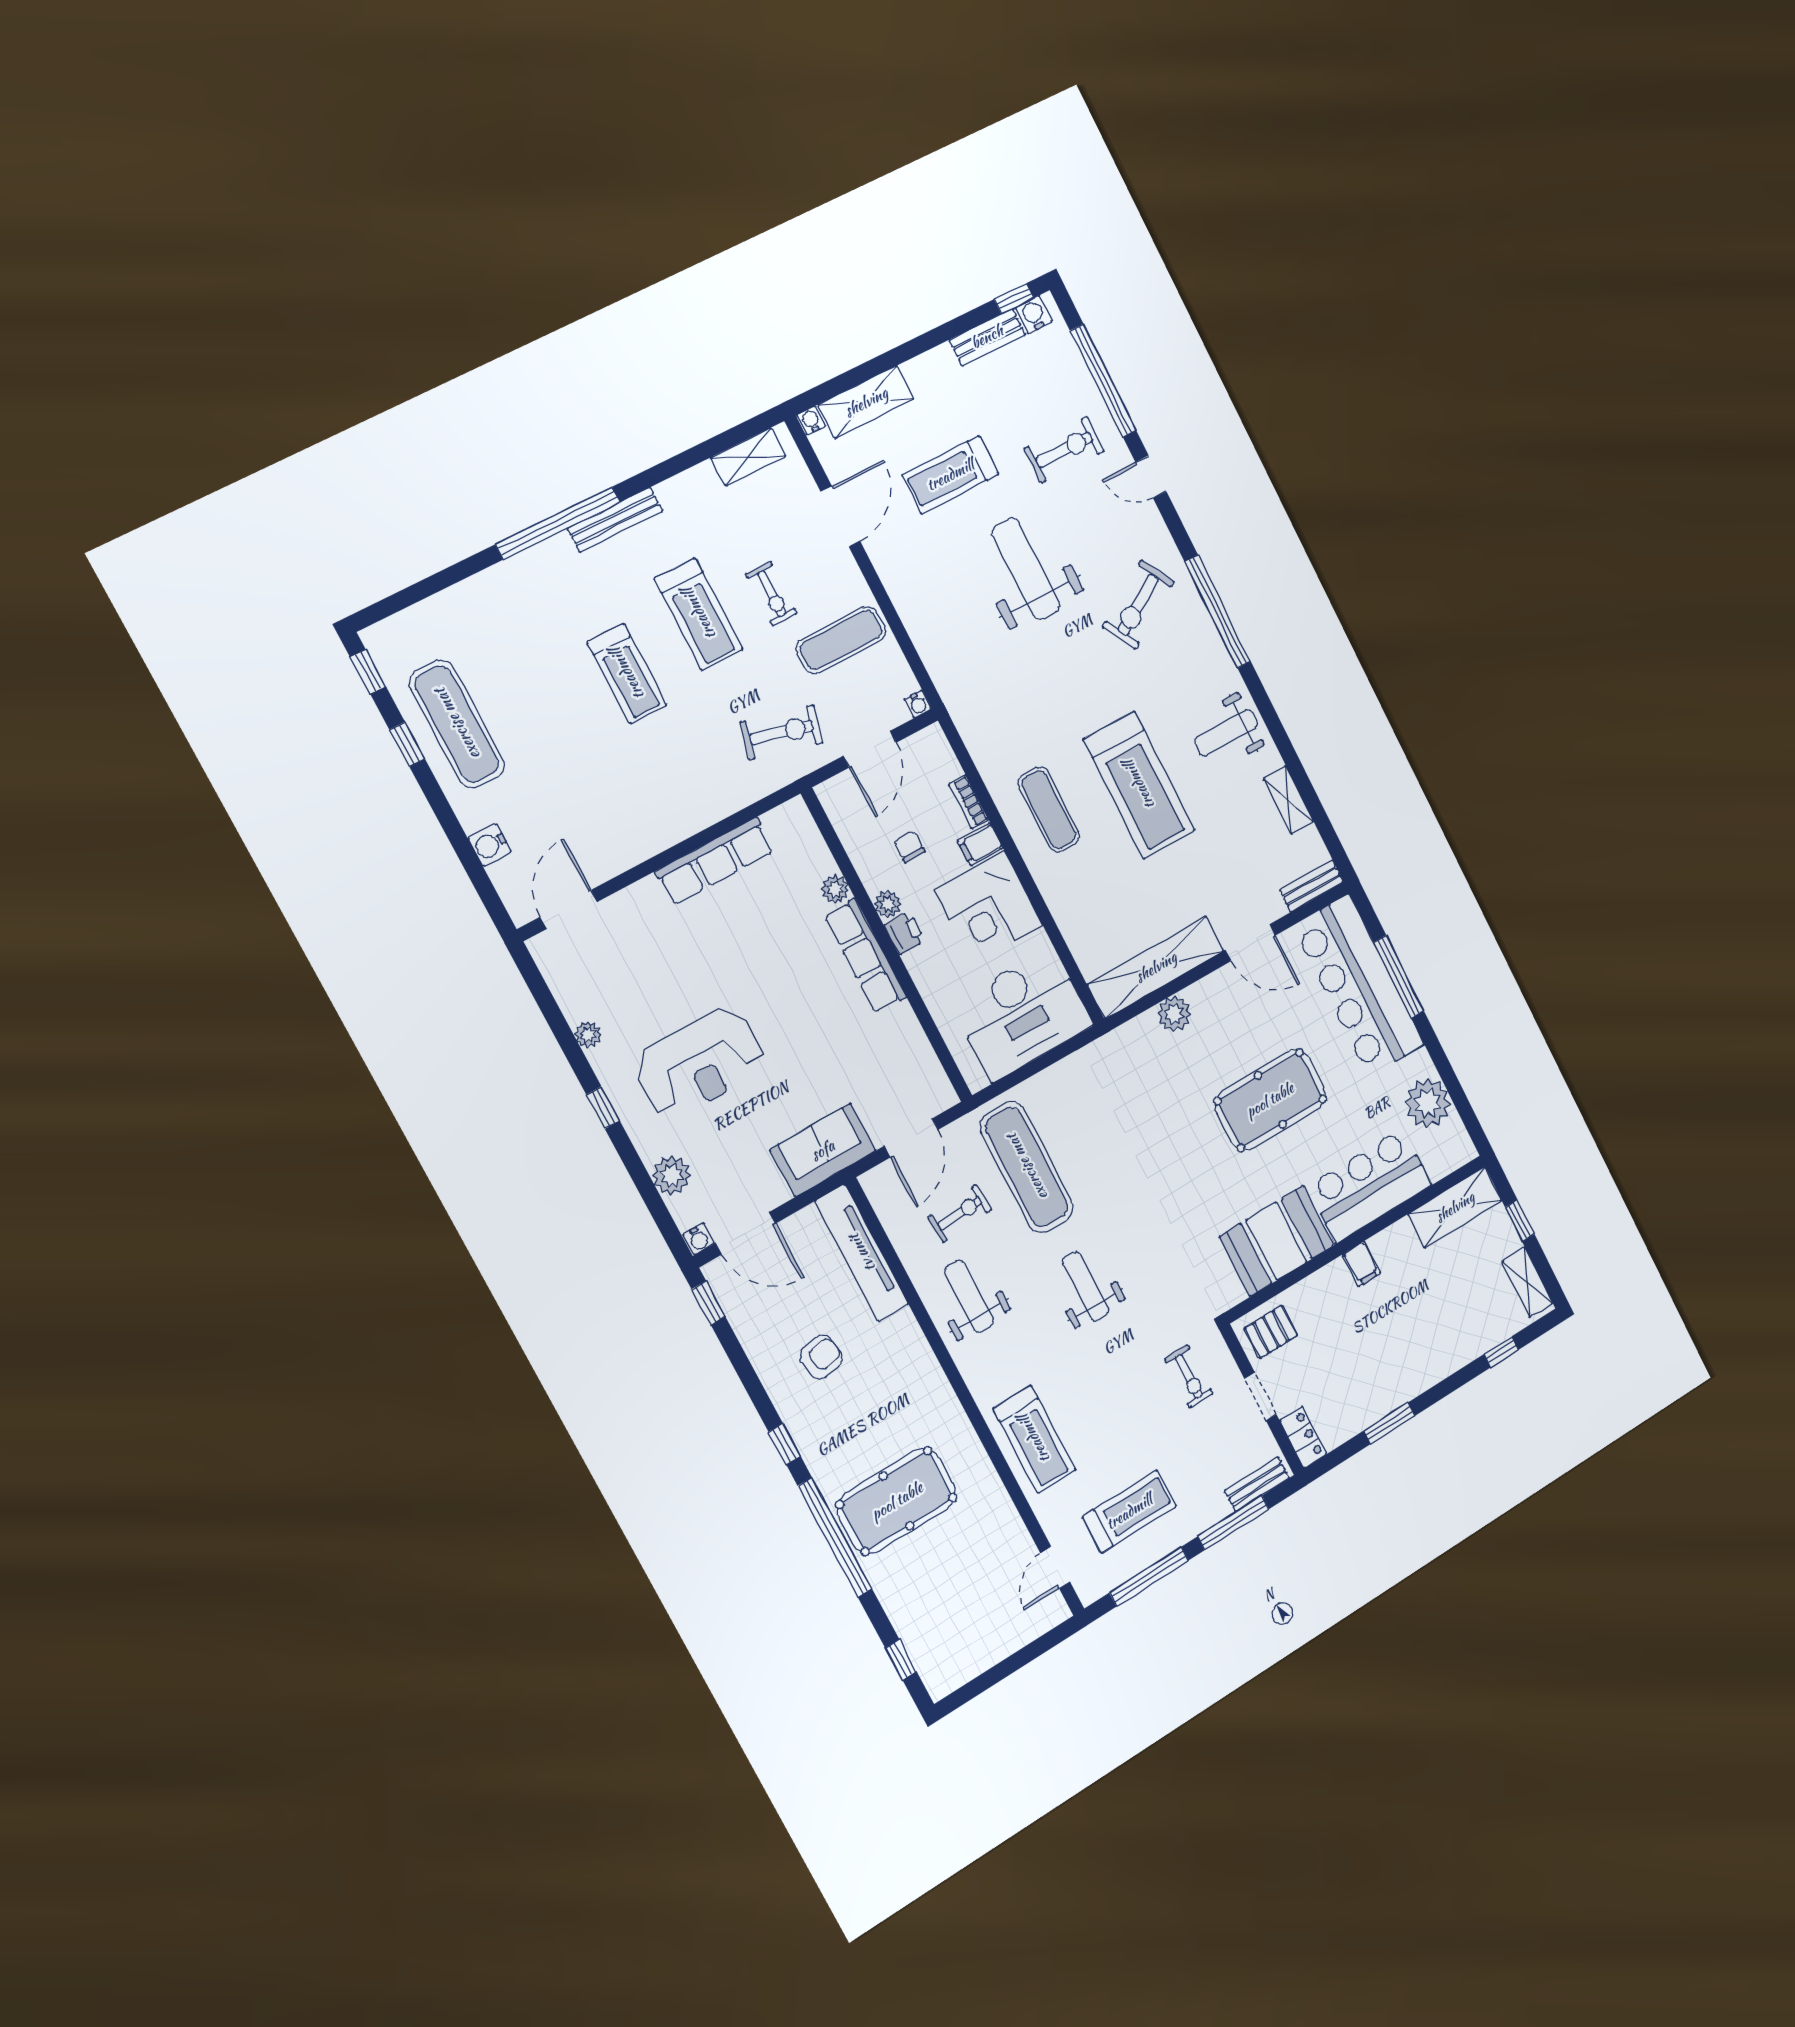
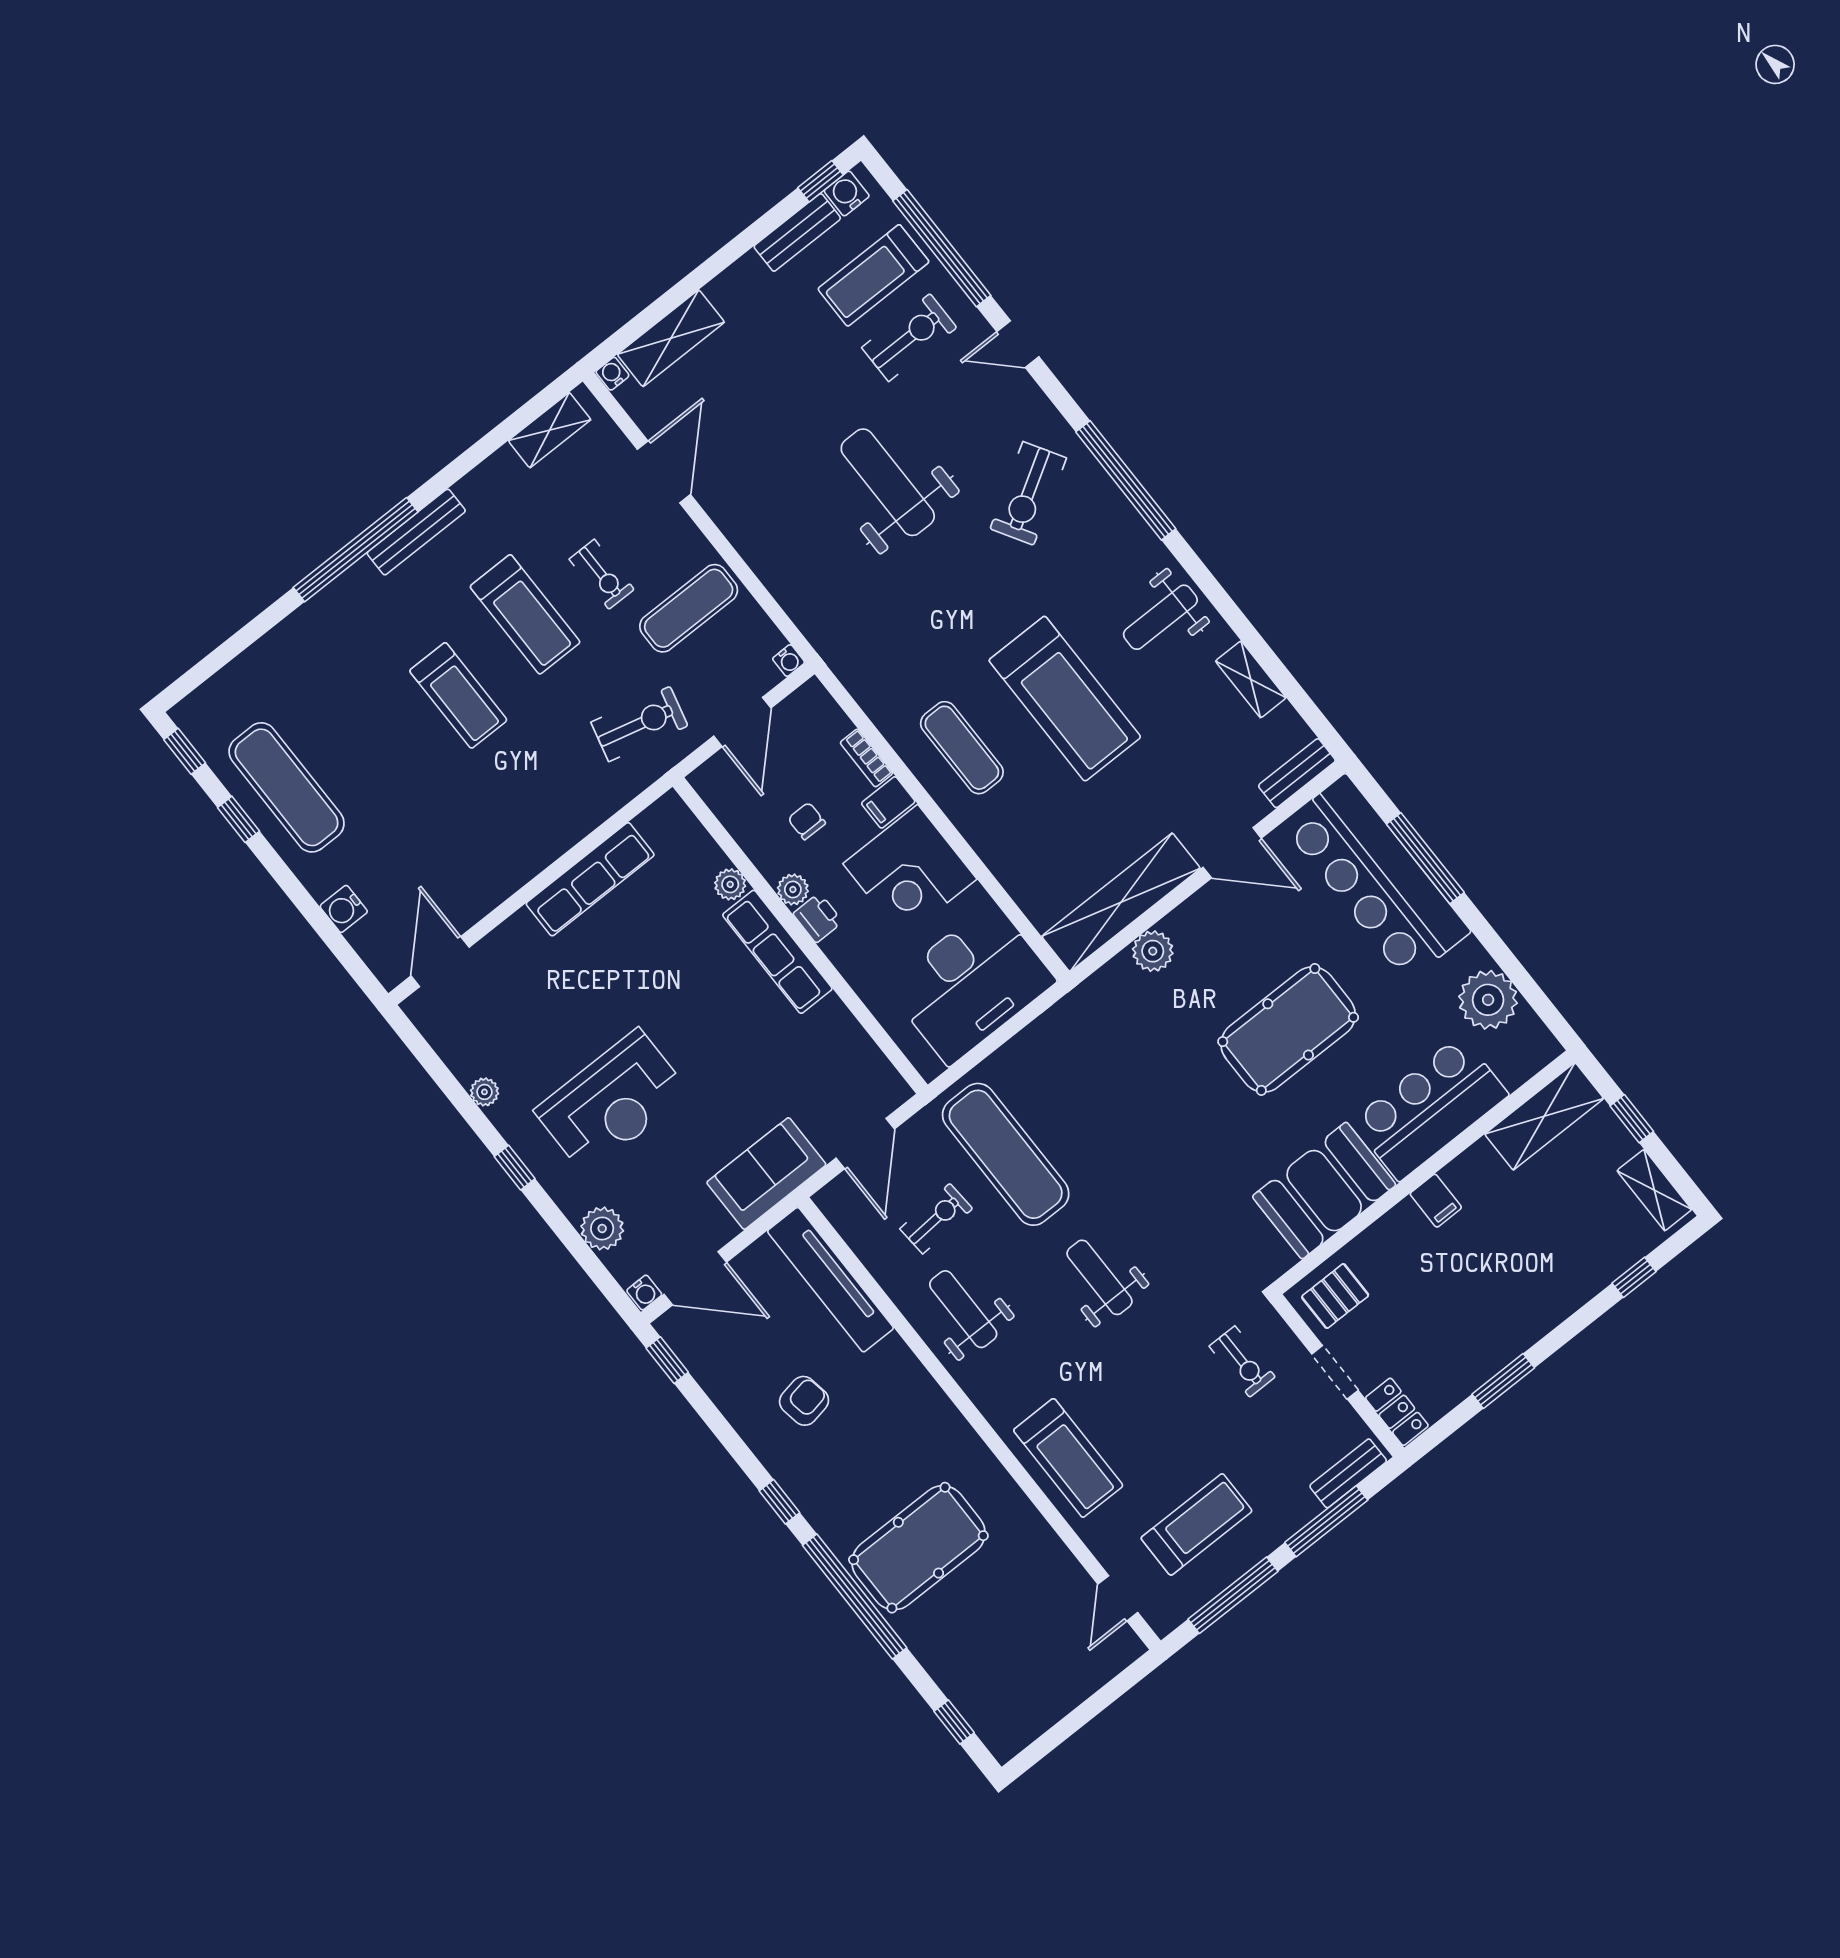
treadmill: (950, 475) -> (873, 275), moved

